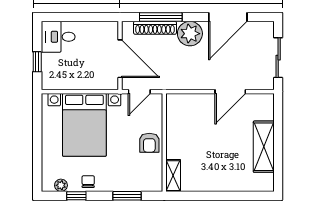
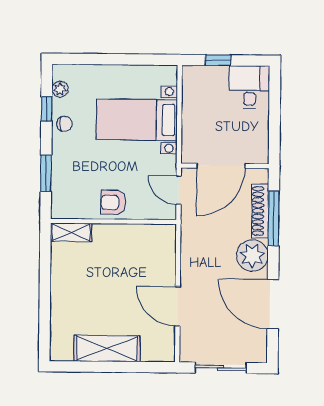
bed with nightstands: (84, 125) -> (137, 120), width x0.73

